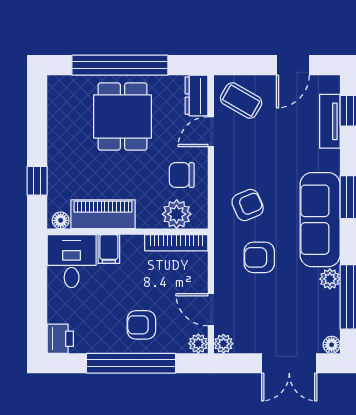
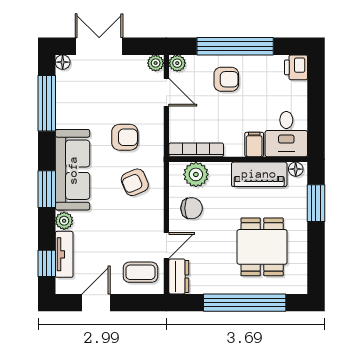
coffee table: (241, 101) -> (140, 272), turned -30
dining table: (123, 117) -> (262, 247), moved
window: (37, 181) -> (316, 203), width x1.50
plant: (330, 279) -> (64, 221), moved

